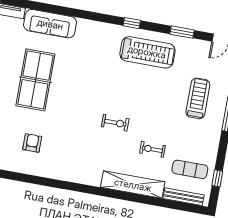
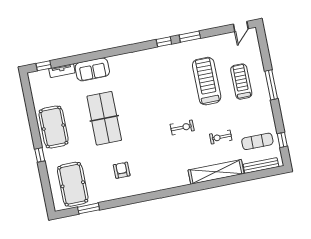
sofa: (50, 24) -> (92, 69), width x0.73
window: (182, 32) -> (190, 37), moved
treadmill: (147, 52) -> (207, 81), moved, turned -90

